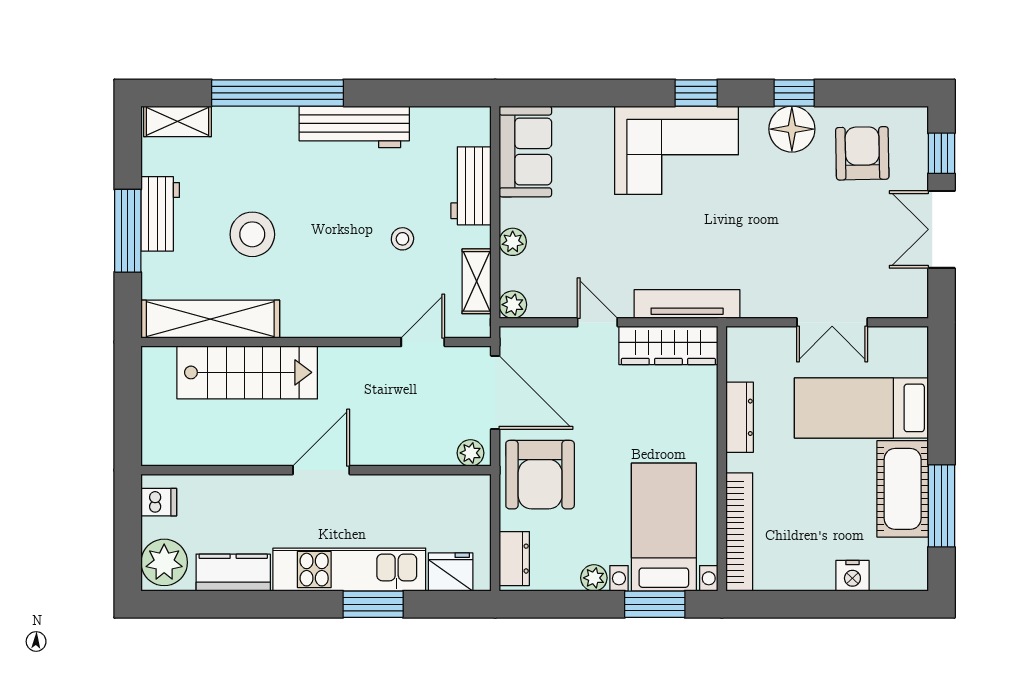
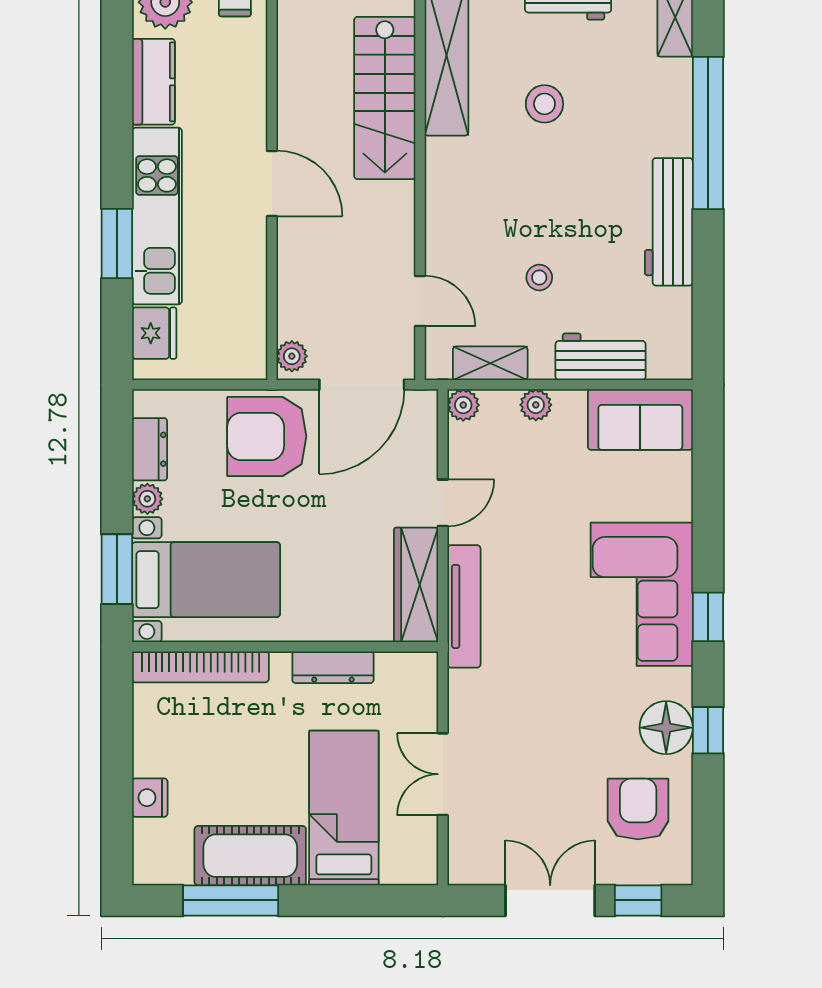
armchair: (862, 153) -> (638, 809), turned -89
stool: (252, 234) -> (544, 104), width x0.73, depth x0.73
dresser: (514, 559) -> (150, 449), moved, turned -90

